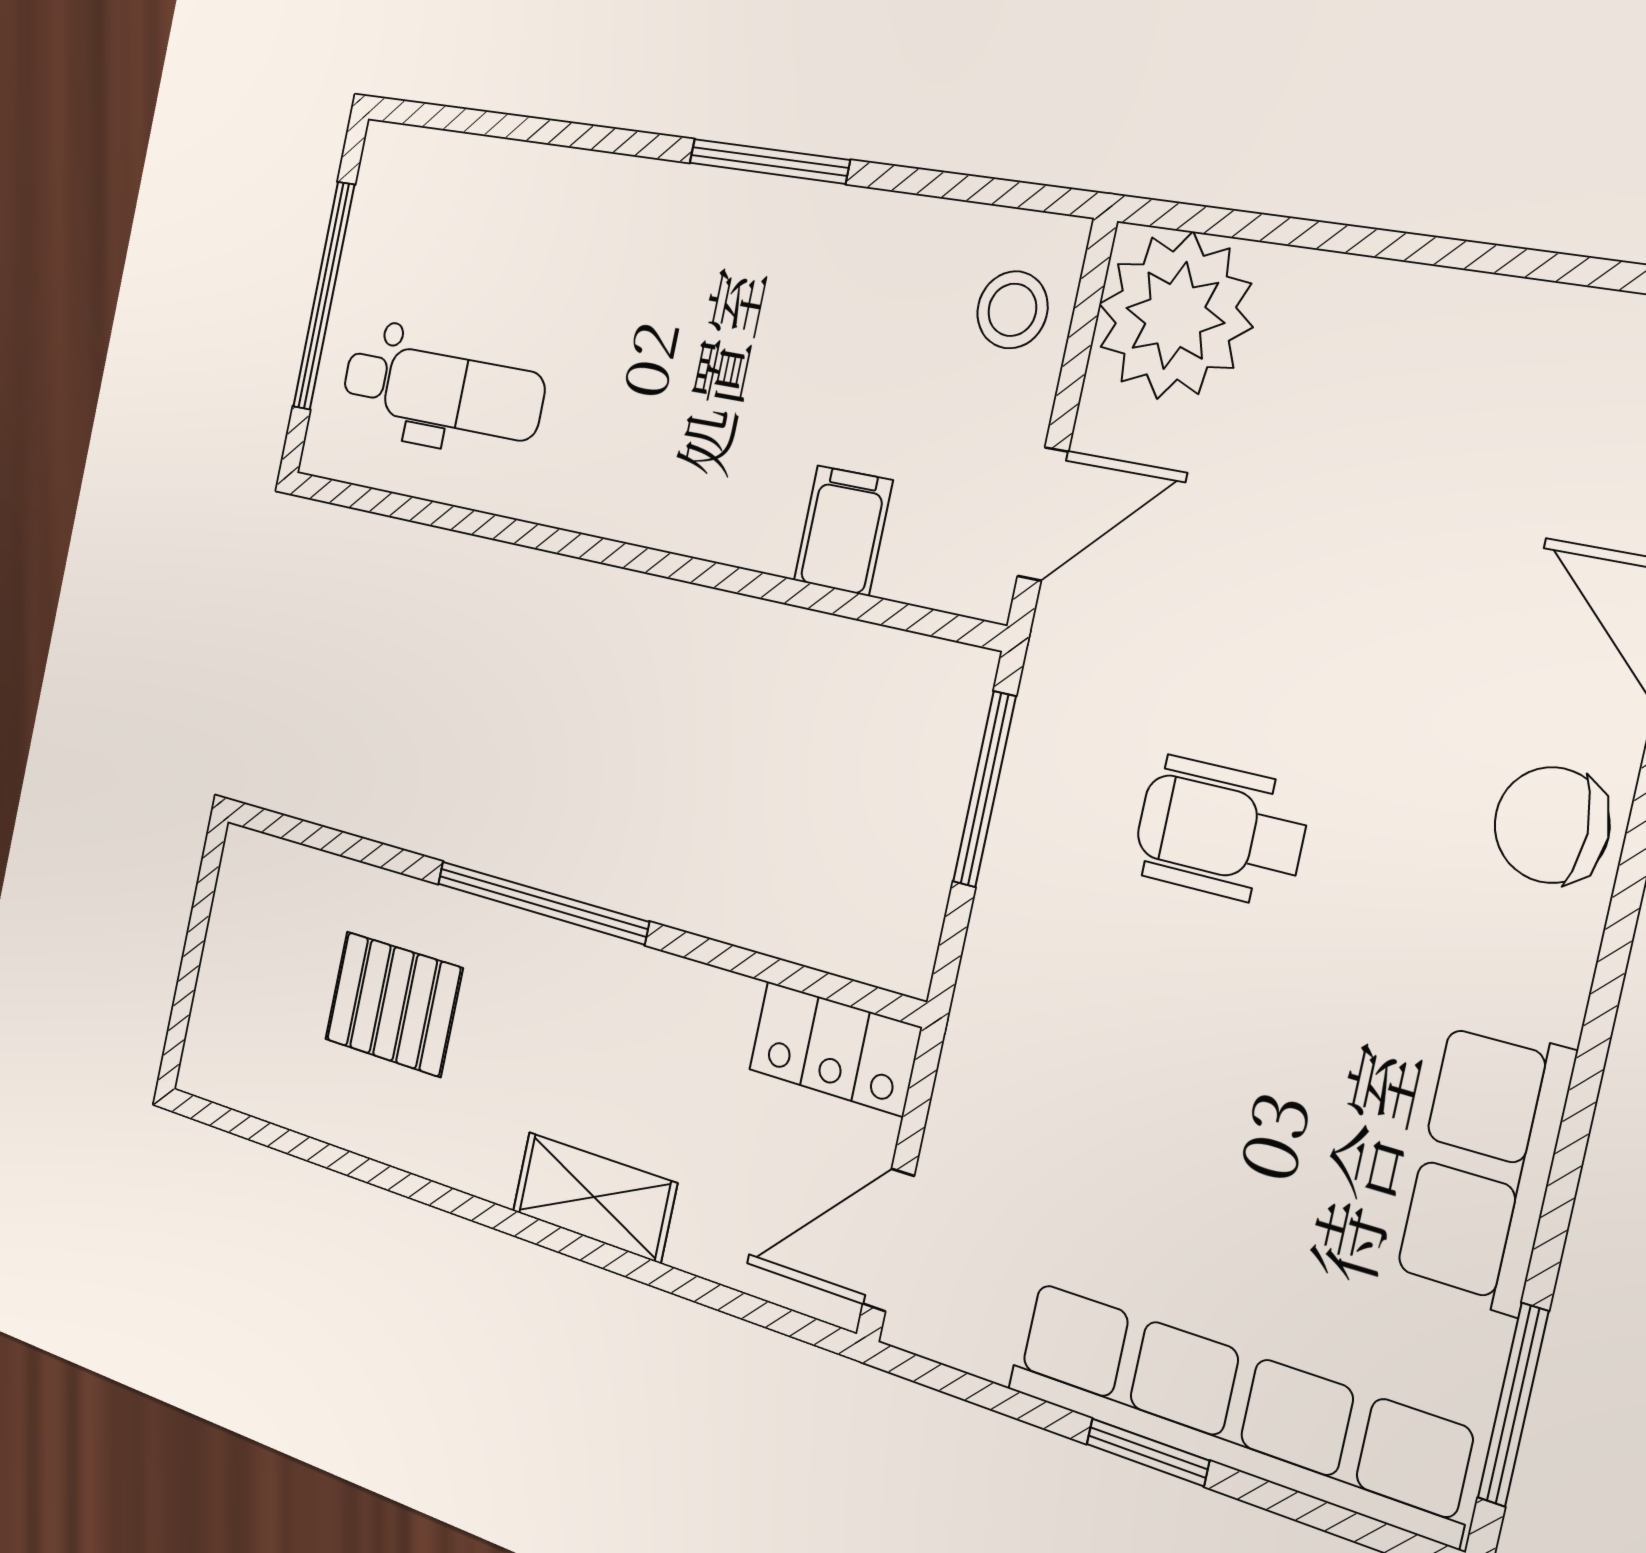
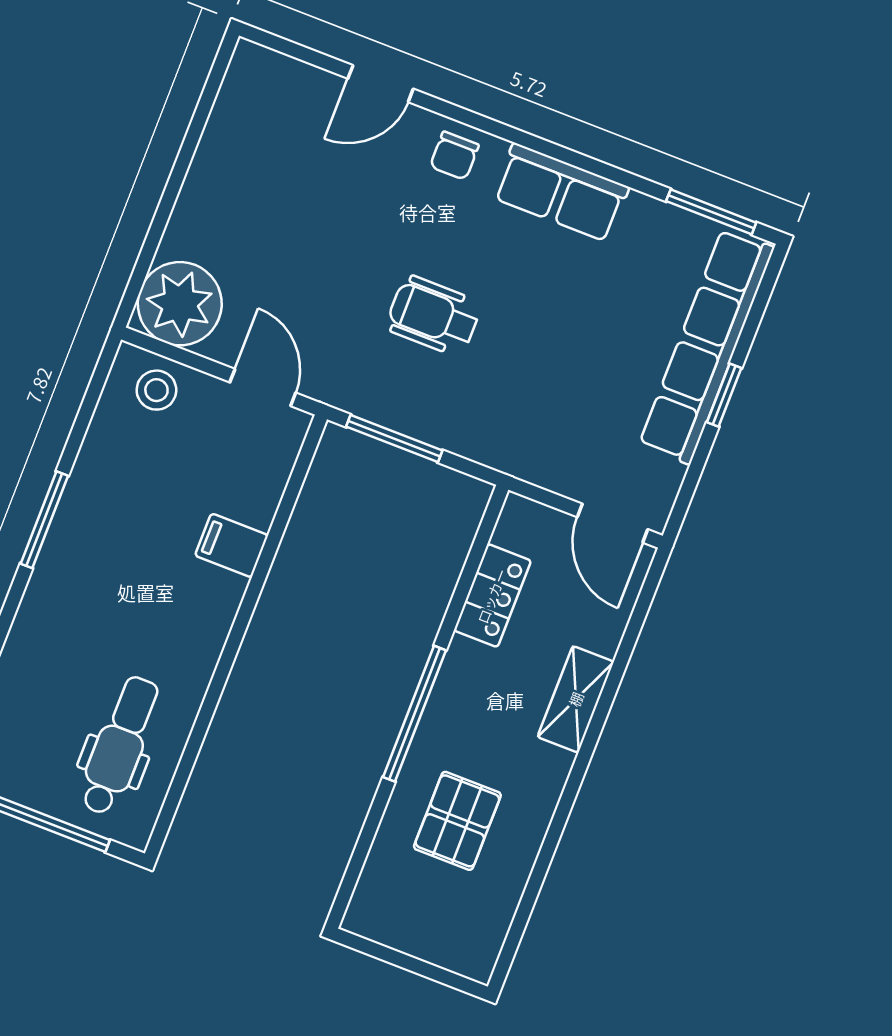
filing cabinet: (843, 530) -> (232, 545), moved
chair: (1552, 825) -> (454, 156), width x0.73, depth x0.73
wheelchair: (1221, 831) -> (434, 316), turned 90
locker: (835, 1048) -> (492, 596), moved
row of seats: (1485, 1166) -> (561, 192), moved

